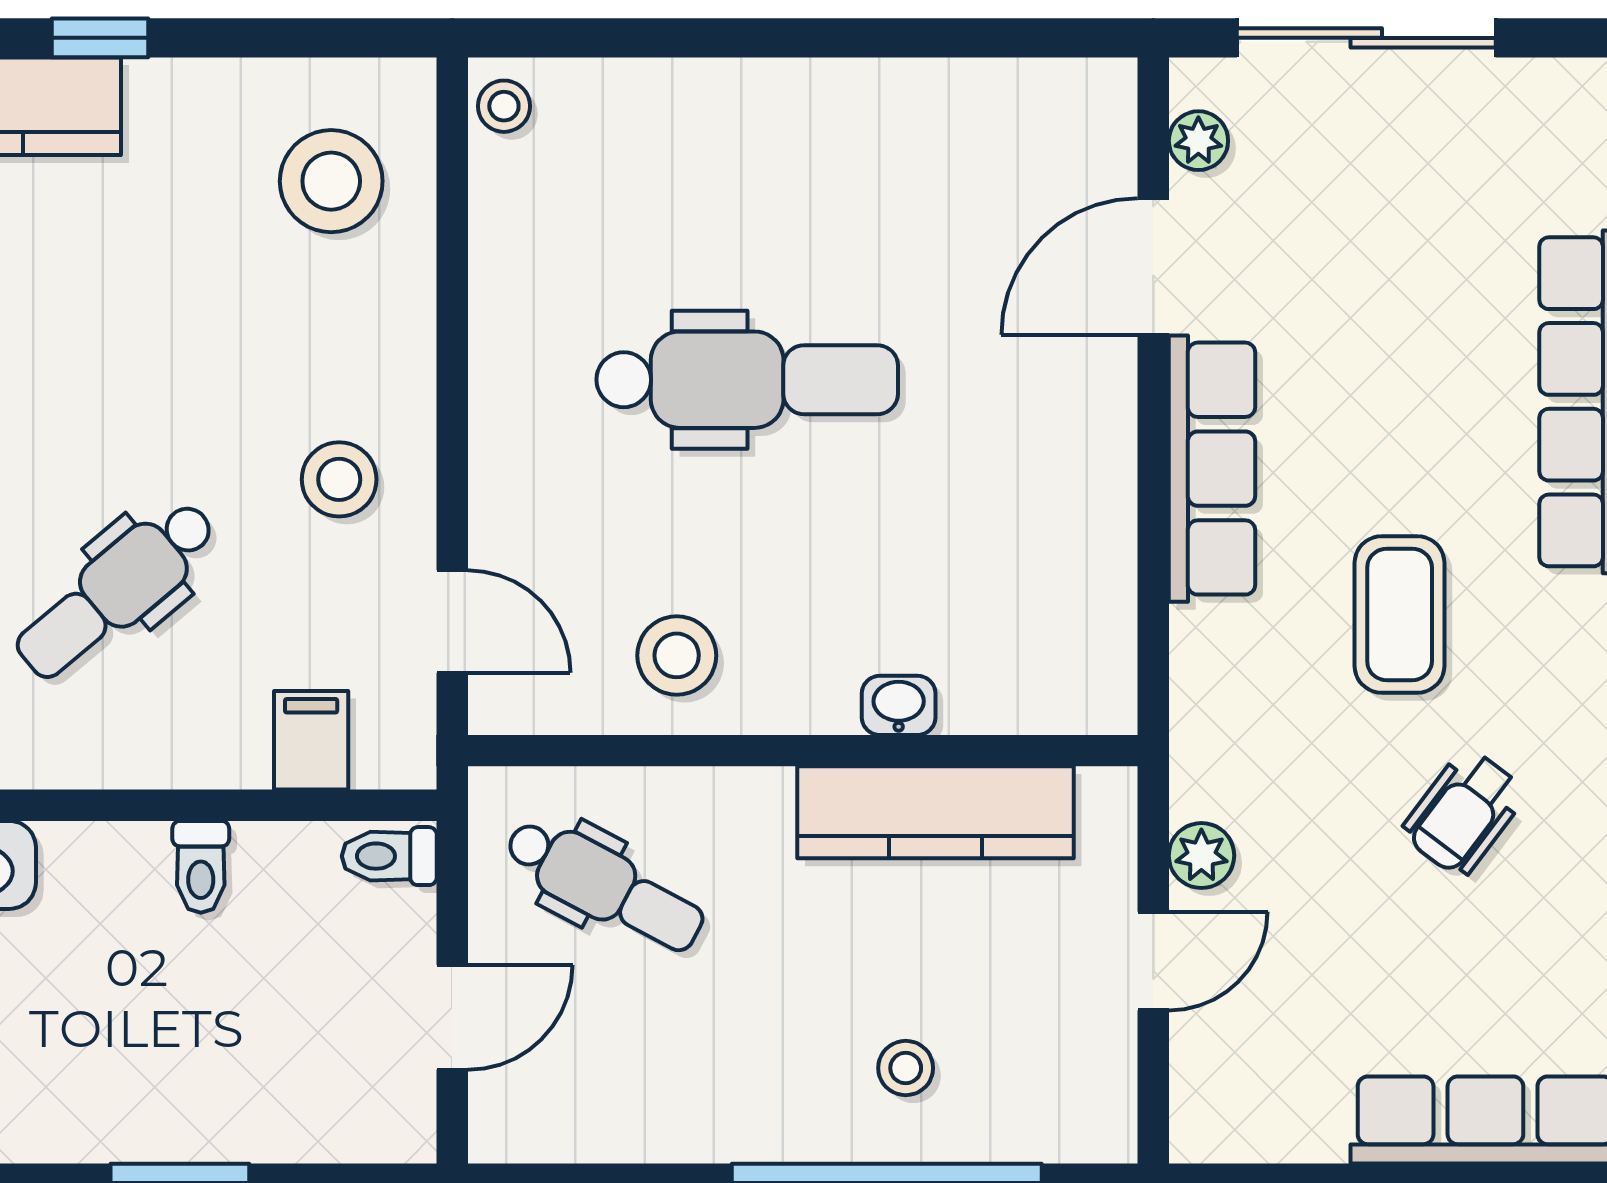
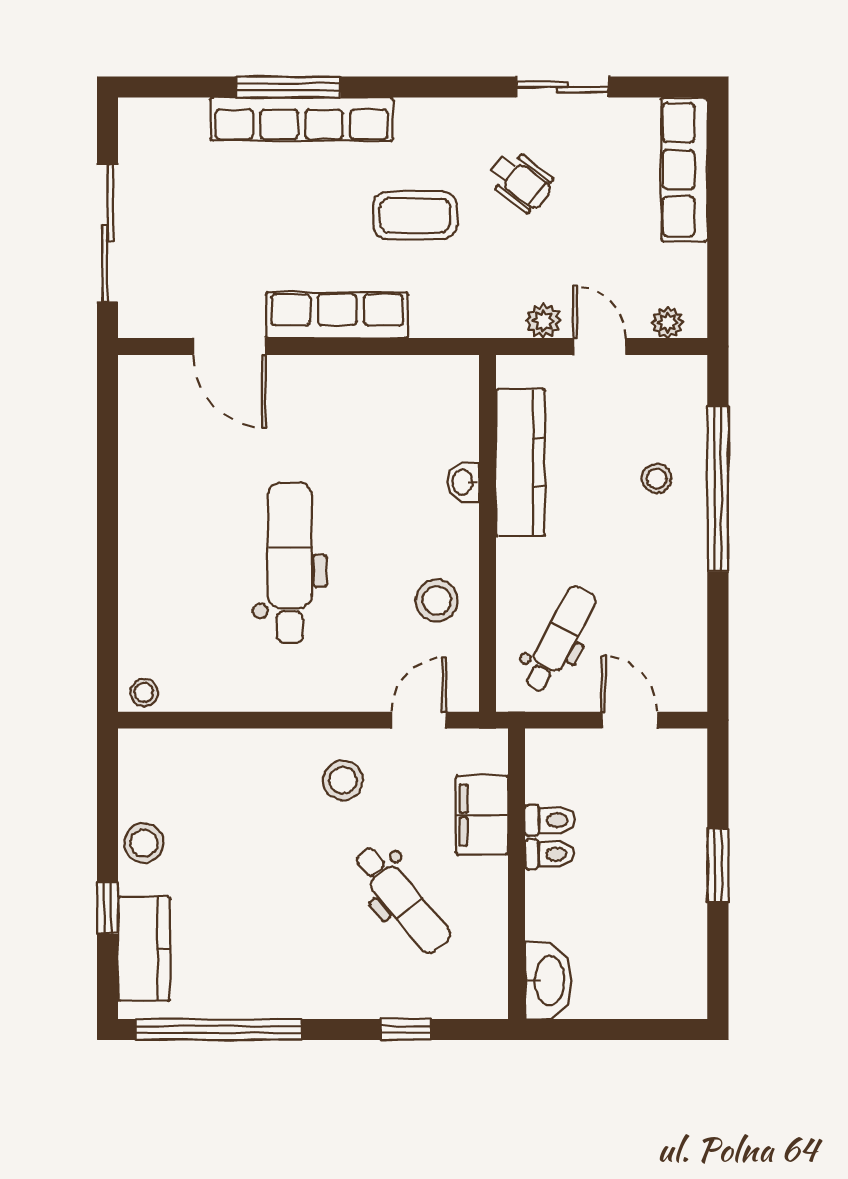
plant: (1198, 141) -> (668, 322), moved
stool: (331, 181) -> (144, 843), moved, width x0.73, depth x0.73
filing cabinet: (311, 740) -> (482, 815), width x2.00
toilet: (389, 856) -> (550, 820), moved, turned -90

